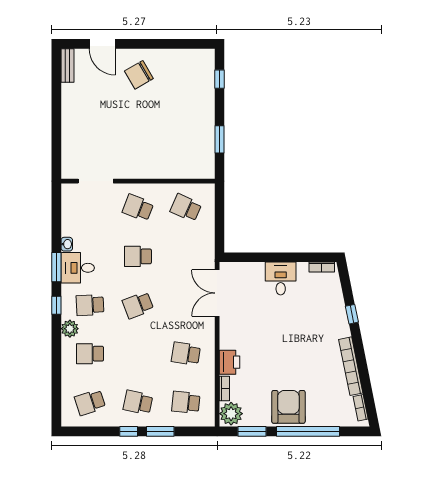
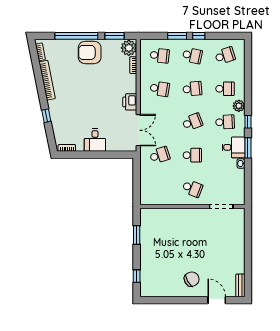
school desk: (186, 208) -> (160, 155), moved, turned -42
school desk: (138, 354) -> (192, 89), added
printer: (230, 362) -> (130, 102), moved
armchair: (288, 407) -> (90, 52), turned 90

